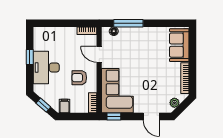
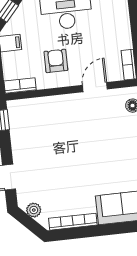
corner sofa: (117, 91) -> (43, 121), removed

